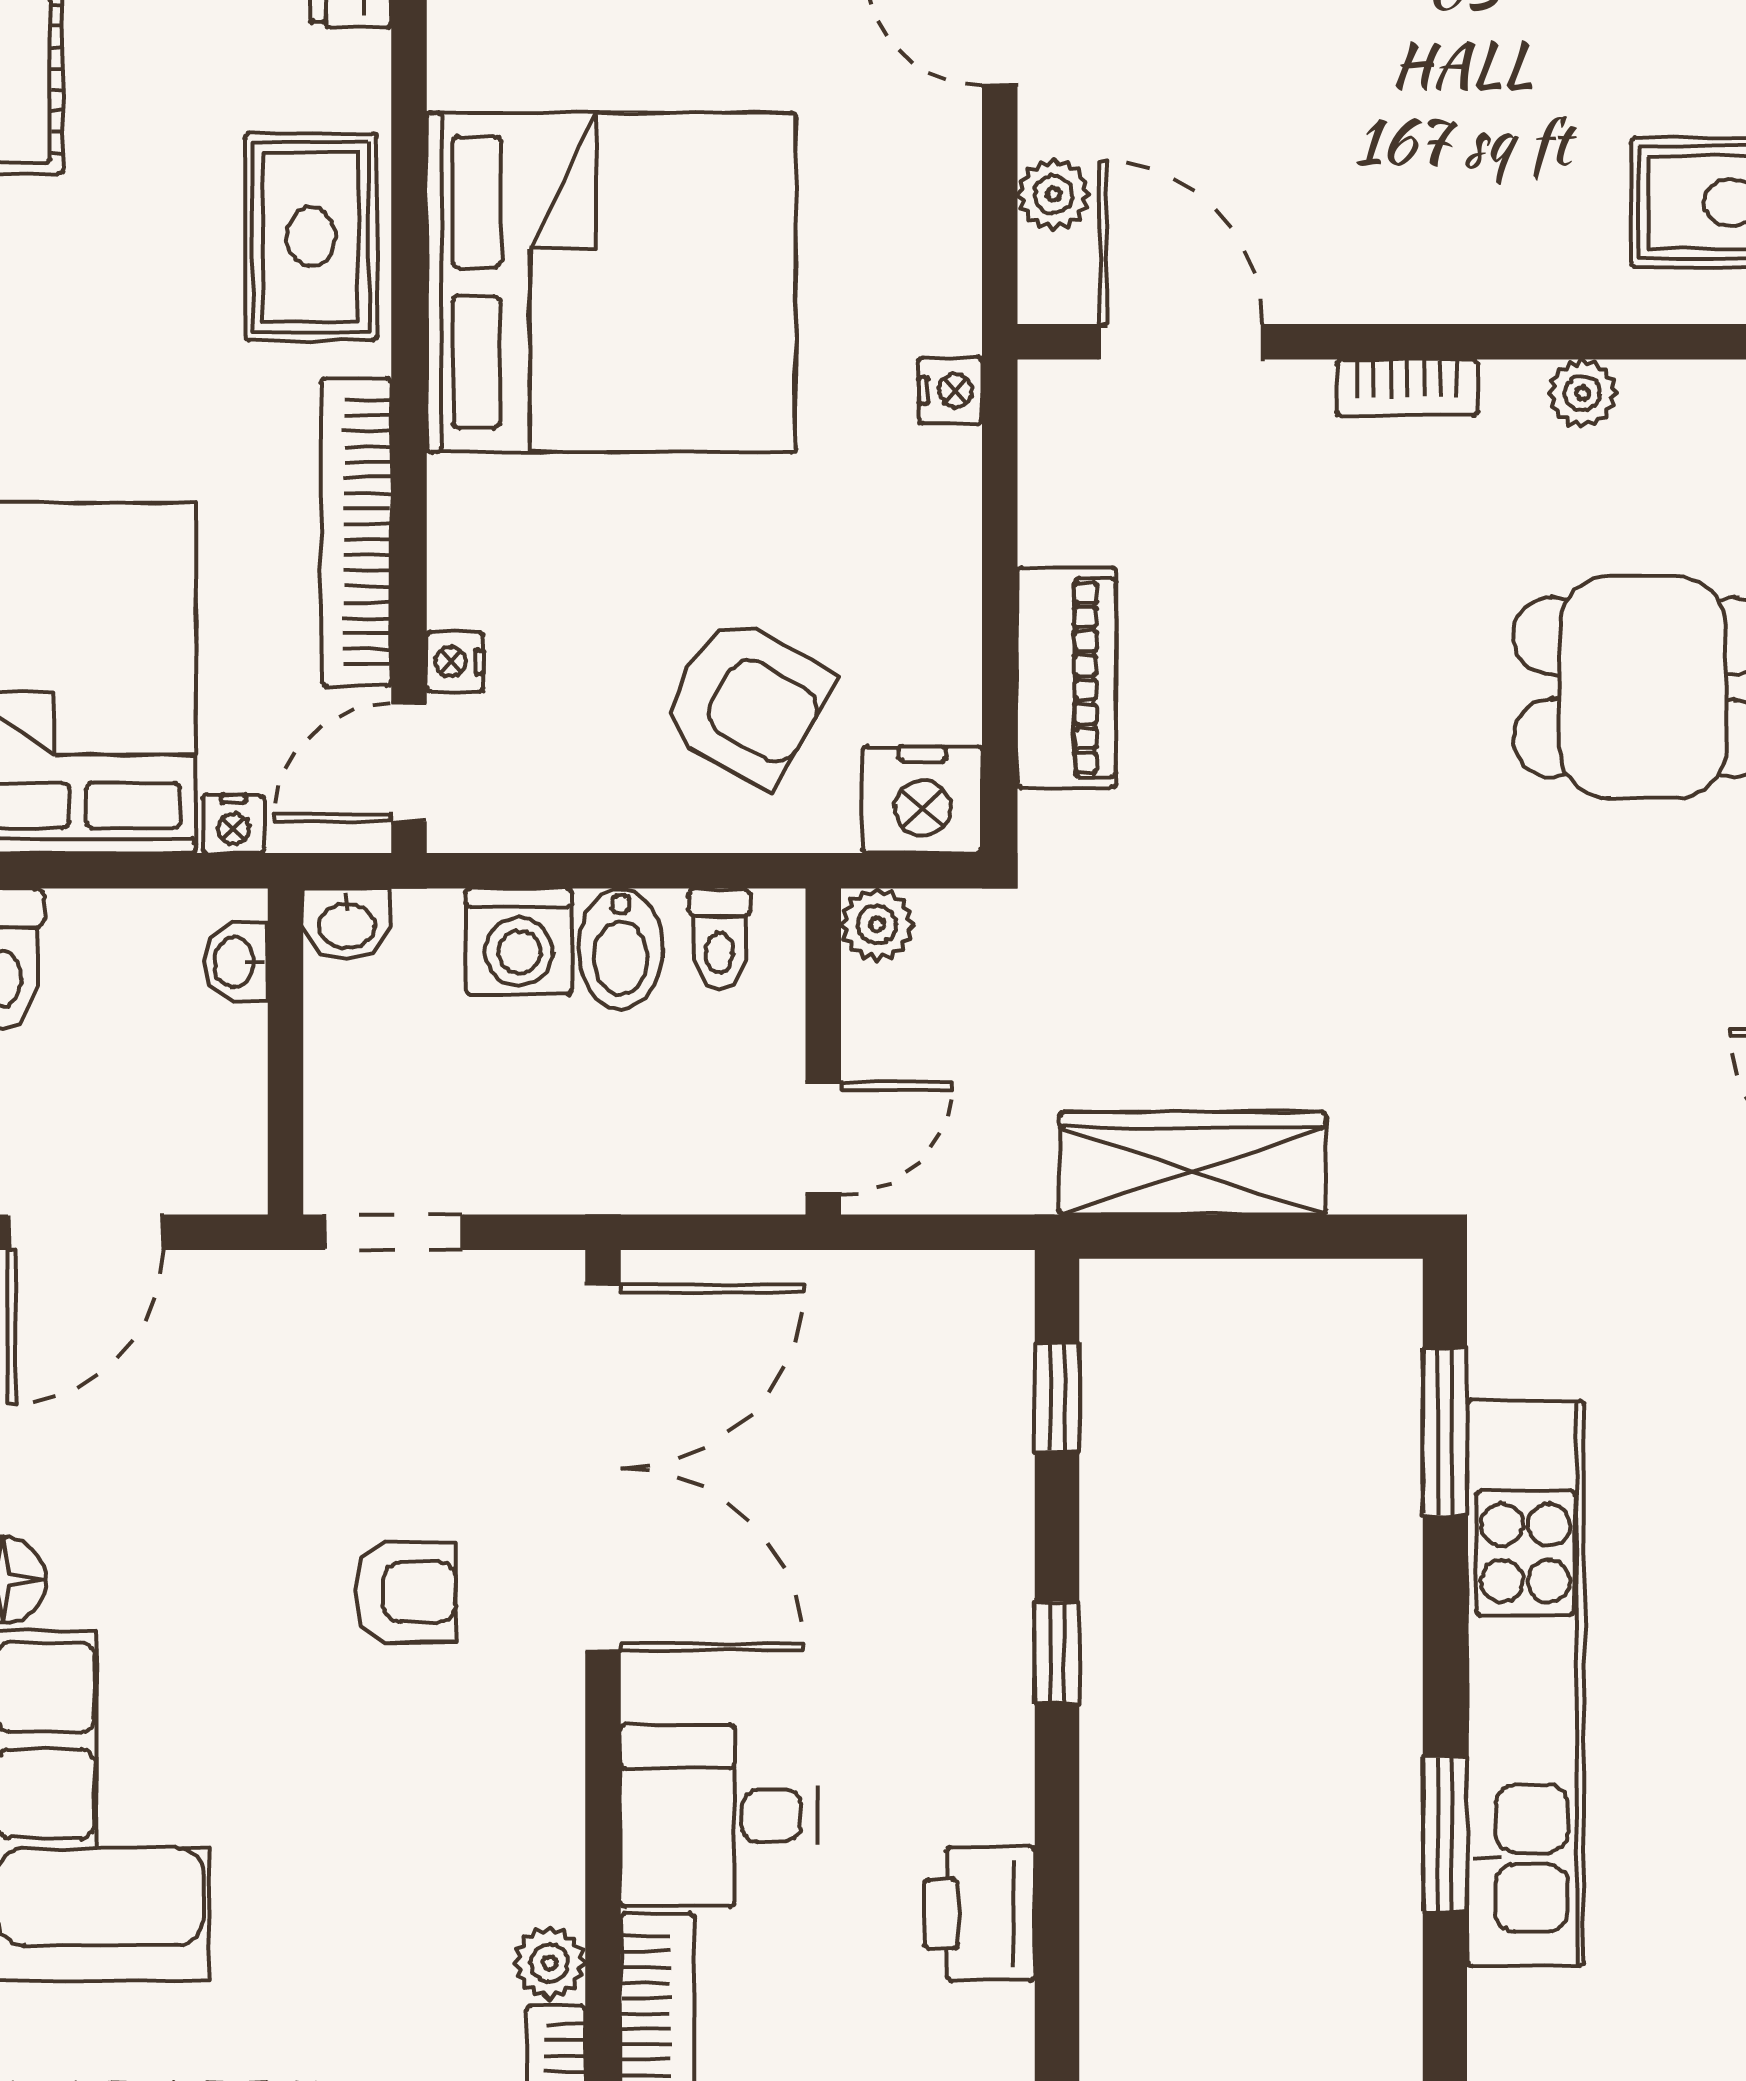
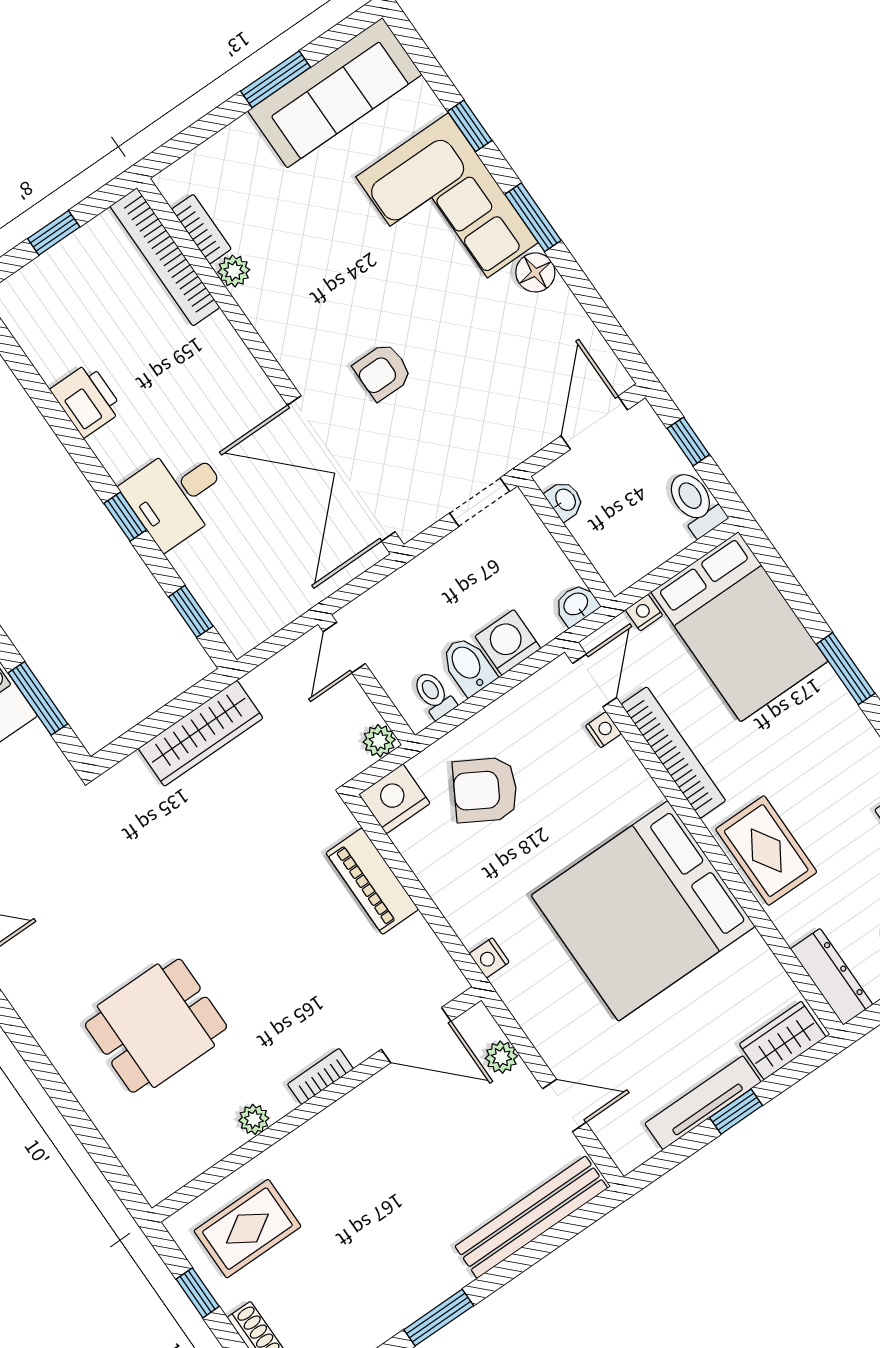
washbasin: (236, 962) -> (565, 500), moved
desk: (719, 1816) -> (176, 495), moved, turned 180

